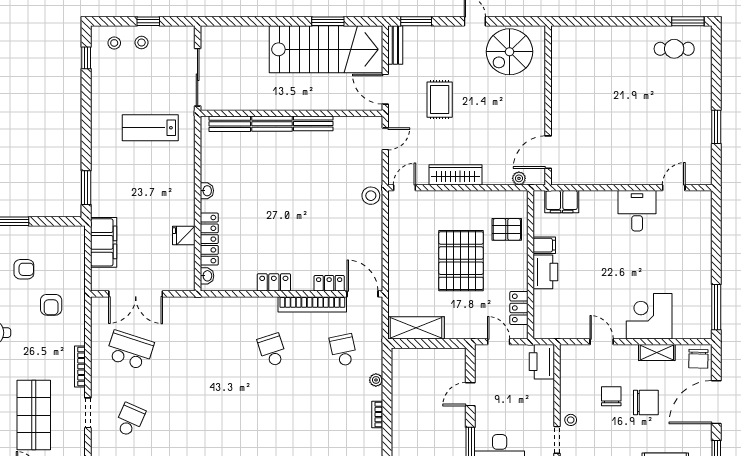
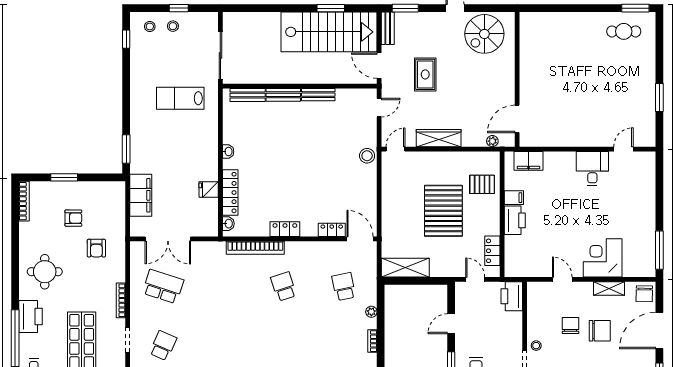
bookcase: (312, 304) -> (255, 248), moved

